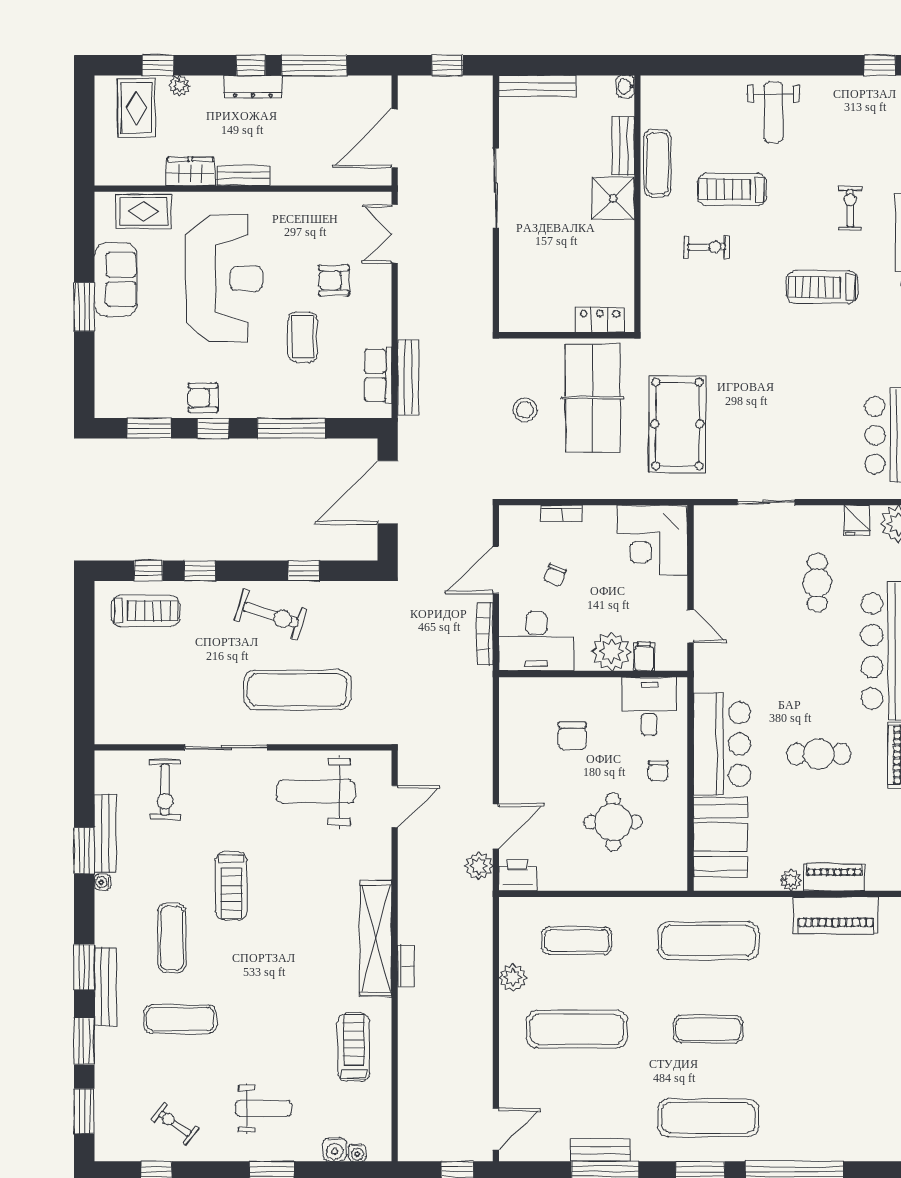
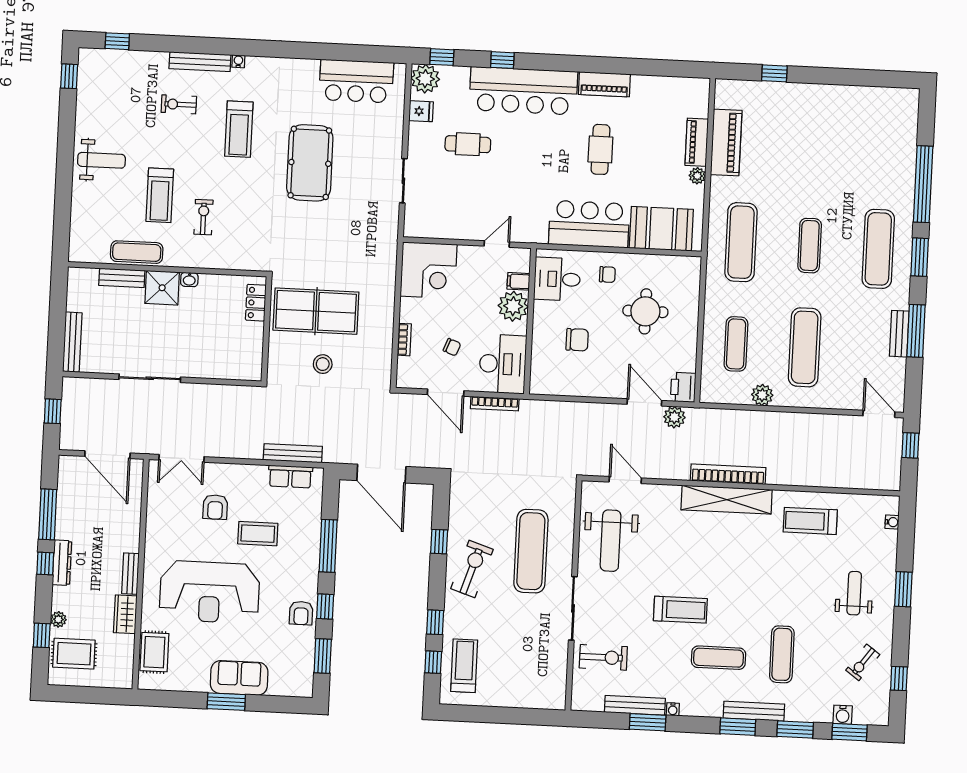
washbasin: (625, 86) -> (189, 280), moved
sofa: (116, 279) -> (239, 678), moved
reception desk: (224, 279) -> (210, 592), turned 180
pool table: (677, 424) -> (310, 163), moved, turned 90
bookcase: (406, 966) -> (728, 474), width x2.31, depth x1.31
water cooler: (335, 1150) -> (843, 715), moved, turned 90

